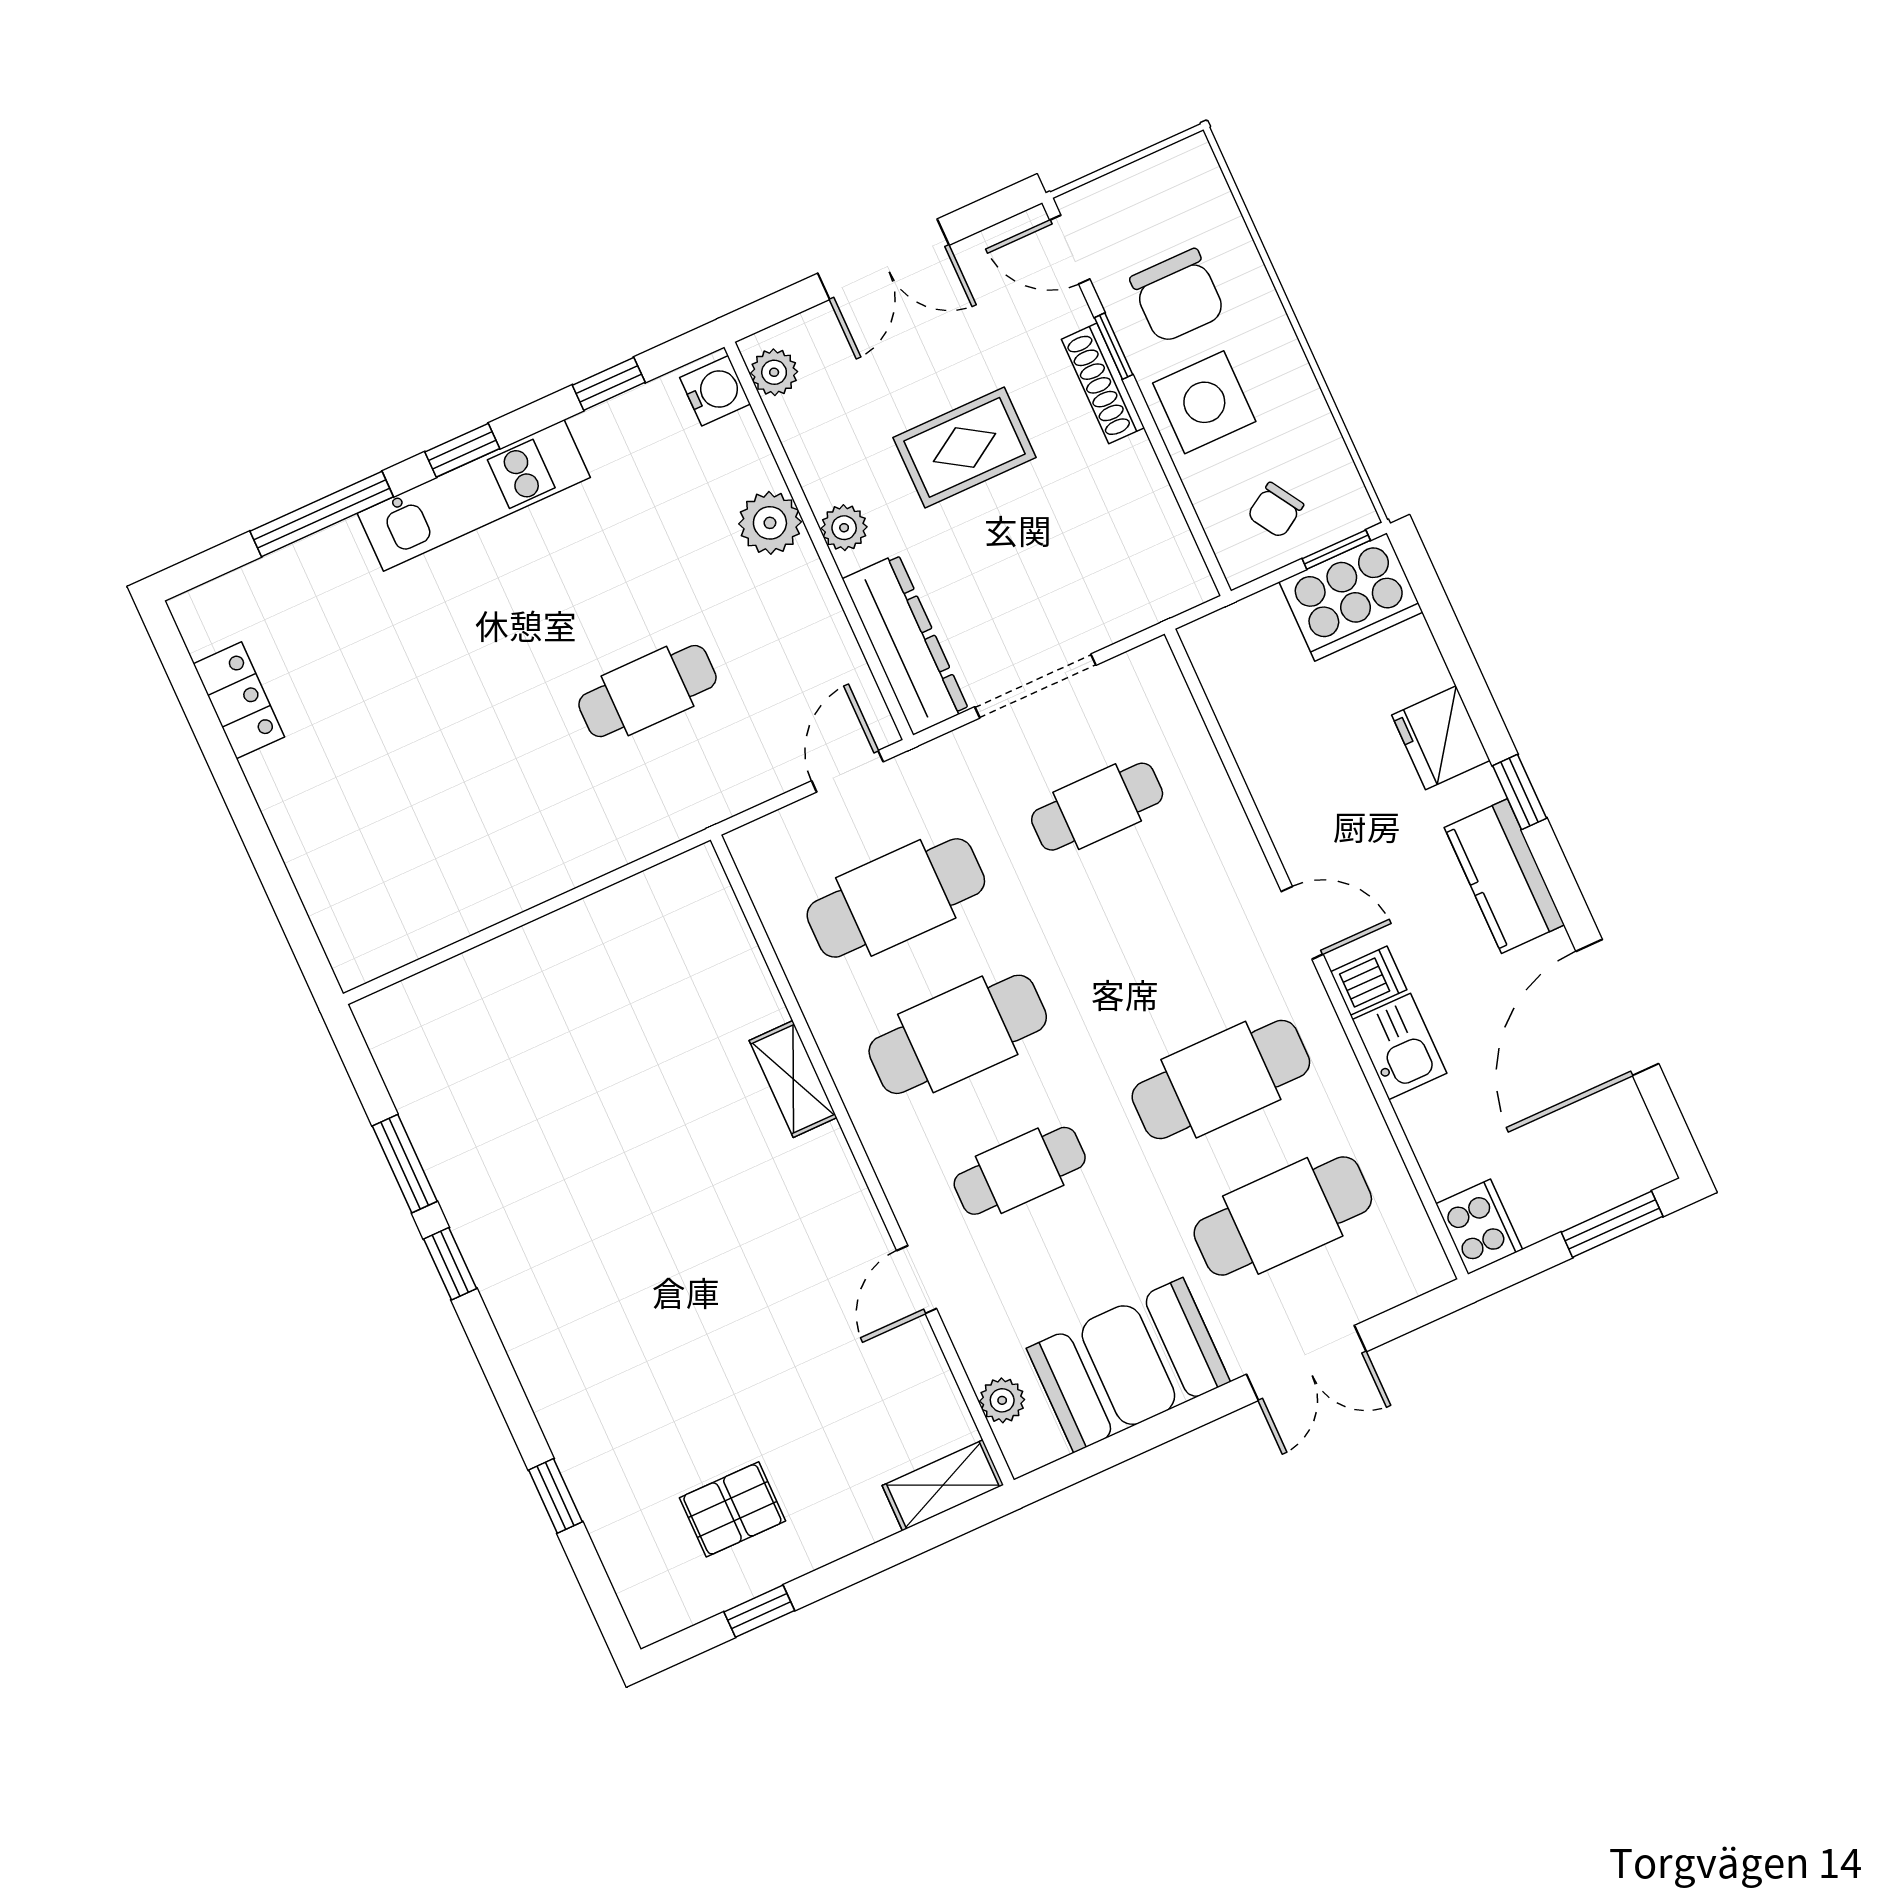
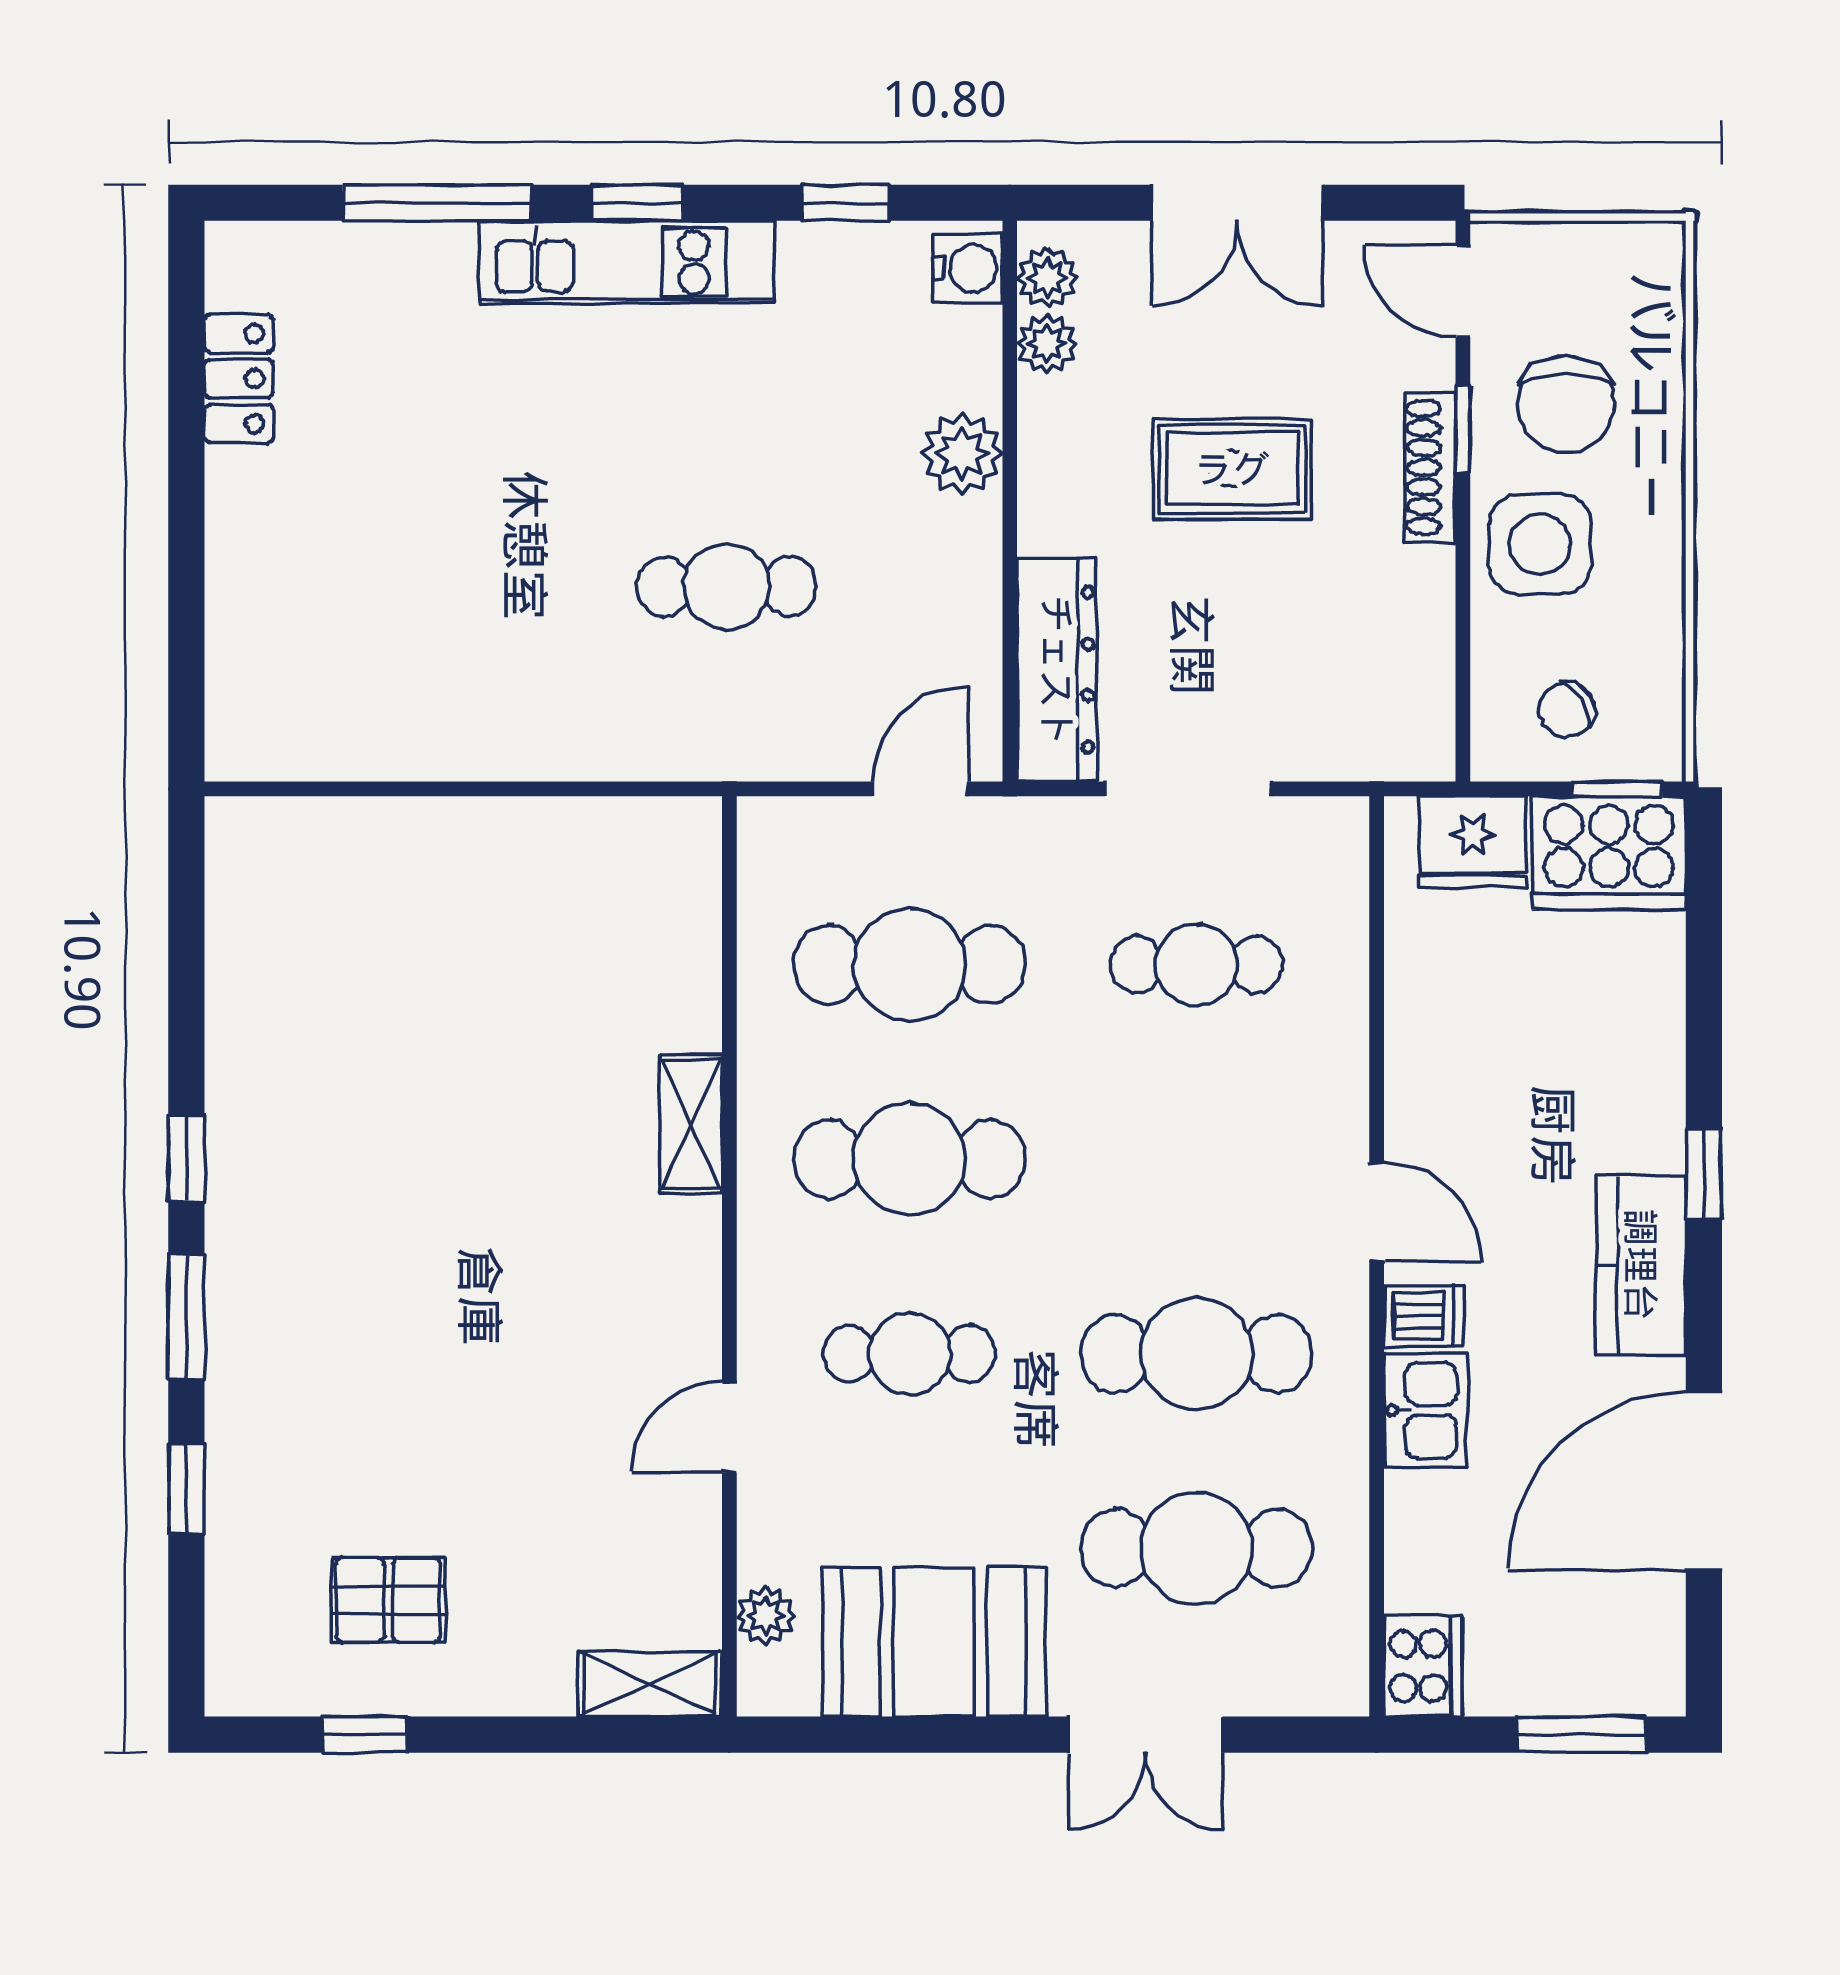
plant: (844, 528) -> (1047, 344), moved
fridge: (1441, 738) -> (1473, 842), moved, turned -90
window: (405, 1164) -> (186, 1317), moved

